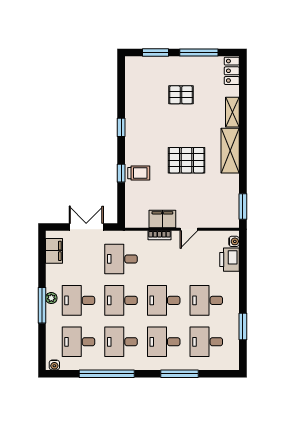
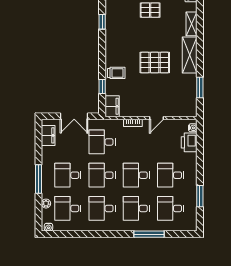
window: (121, 127) -> (102, 22), moved
window: (121, 173) -> (102, 87), moved
window: (243, 206) -> (200, 87), moved
filing cabinet: (162, 219) -> (112, 106), moved, turned 90
double door: (86, 227) -> (74, 116), swing flipped
plant: (51, 298) -> (46, 204), moved
window: (107, 374) -> (90, 234), removed

